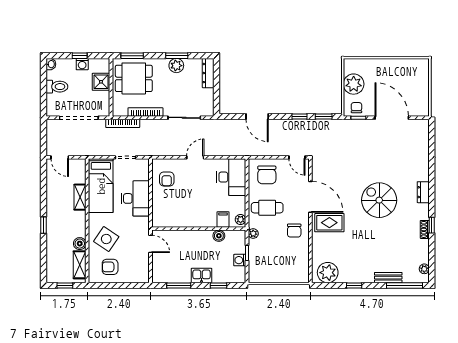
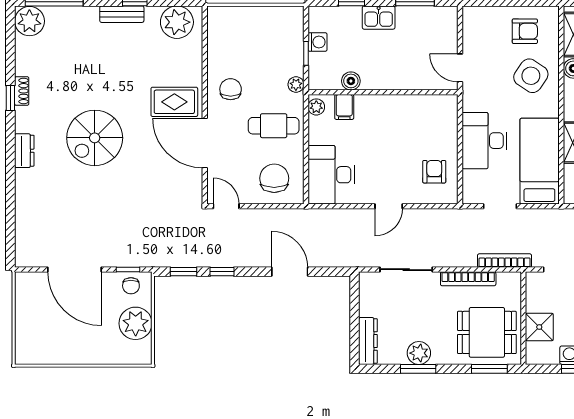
spiral stairs: (379, 200) -> (95, 138), turned 90
plant: (424, 269) -> (29, 21), width x1.88, depth x1.88
bench: (388, 278) -> (122, 14), moved

